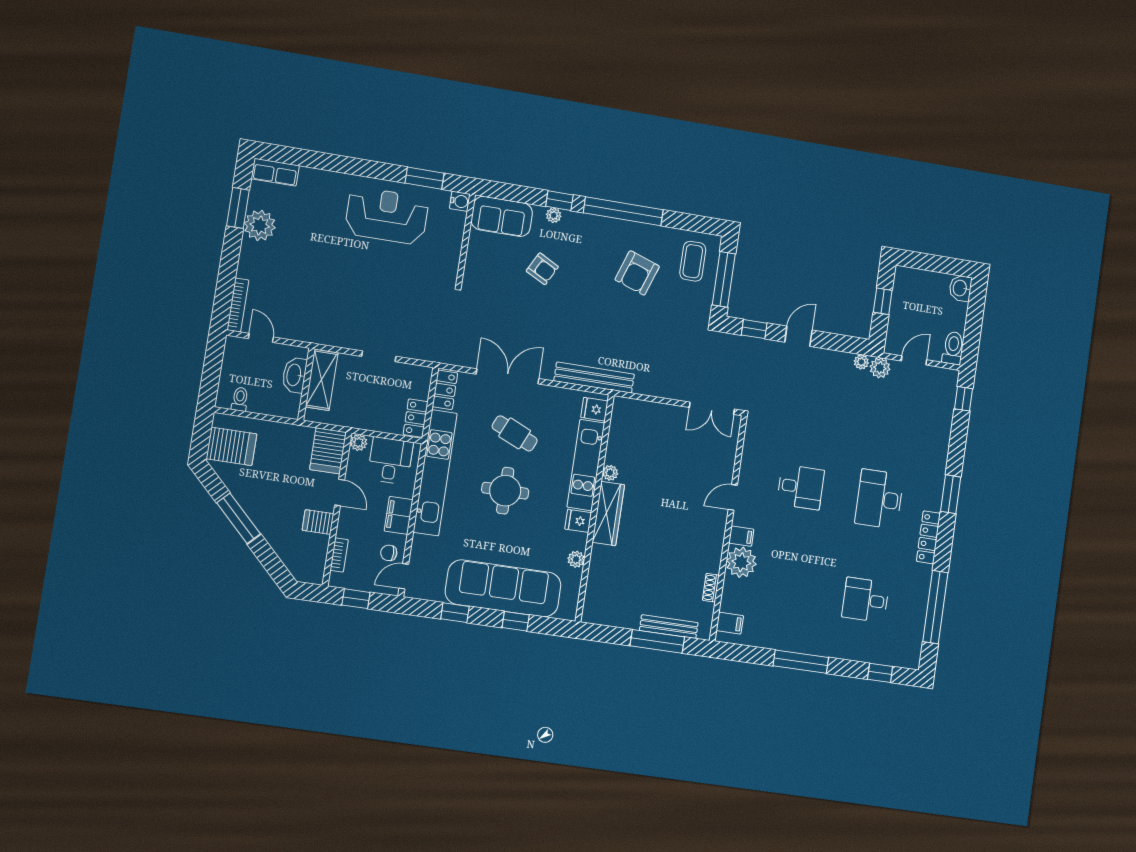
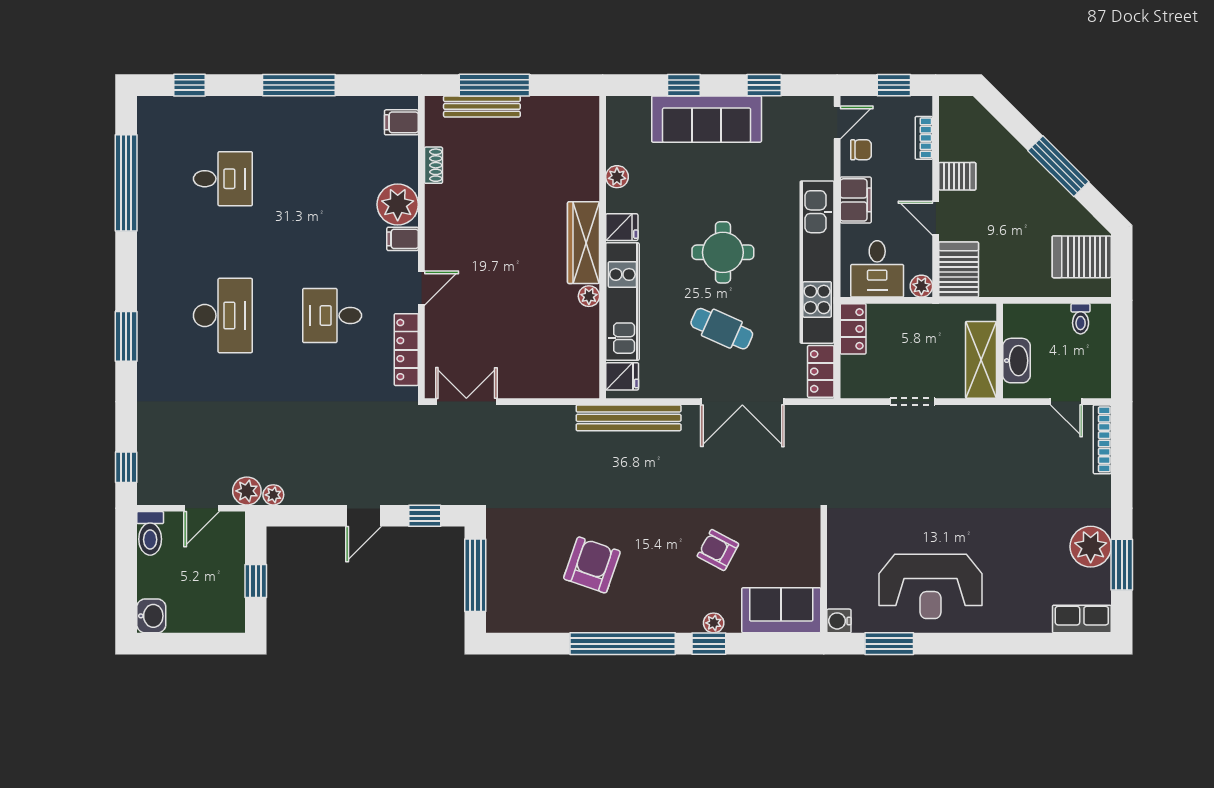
coffee table: (693, 261) -> (520, 593), removed
locker: (928, 537) -> (406, 350), moved, turned 180
sofa: (503, 588) -> (707, 119), width x0.74, depth x0.79

